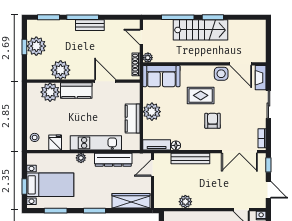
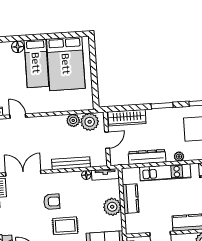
armchair: (213, 121) -> (52, 202), turned -90
door: (152, 168) -> (107, 140), moved
plant: (169, 199) -> (90, 122), added

